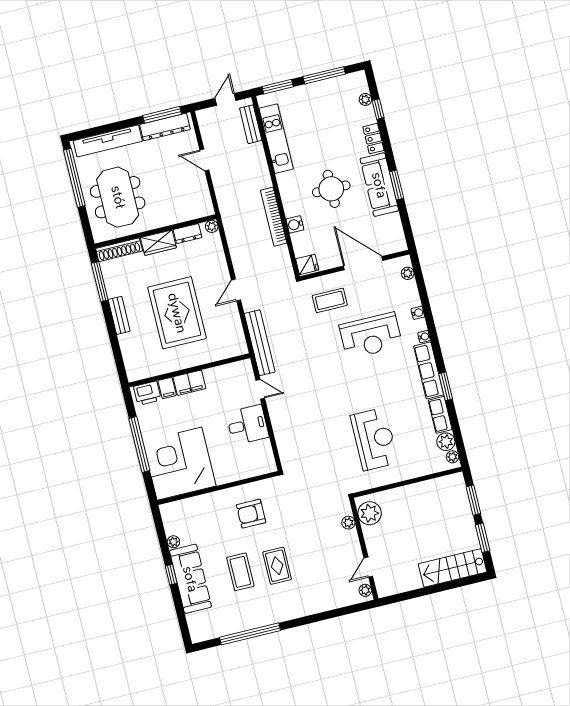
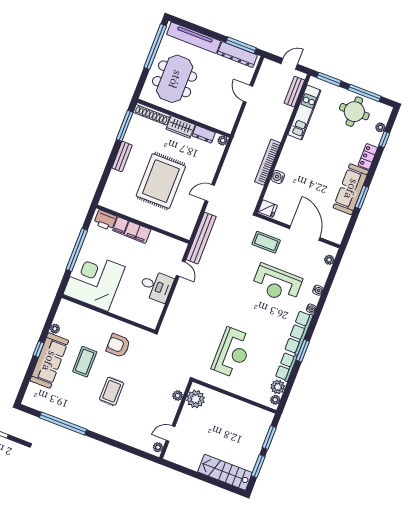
round table: (331, 189) -> (354, 112), moved
coffee table: (240, 572) -> (85, 362), moved

